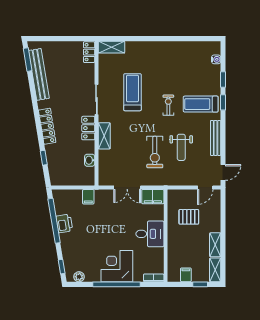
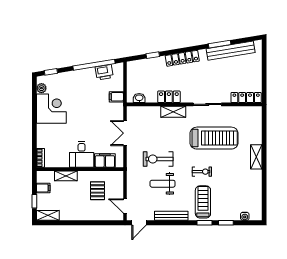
shelving: (112, 47) -> (256, 157), moved
locker: (89, 52) -> (246, 98), width x1.53
window: (28, 60) -> (220, 44), moved
treadmill: (132, 92) -> (214, 138), width x1.37, depth x1.38
locker: (88, 128) -> (169, 97), moved
washbasin: (90, 160) -> (139, 98), moved
door: (223, 172) -> (139, 223), hinge flipped
filing cabinet: (153, 197) -> (105, 161), moved, turned 90
printer: (64, 223) -> (104, 72), moved
shelving: (215, 245) -> (66, 176), moved
corner desk: (117, 266) -> (51, 109), moved
window: (117, 284) -> (34, 123), removed

